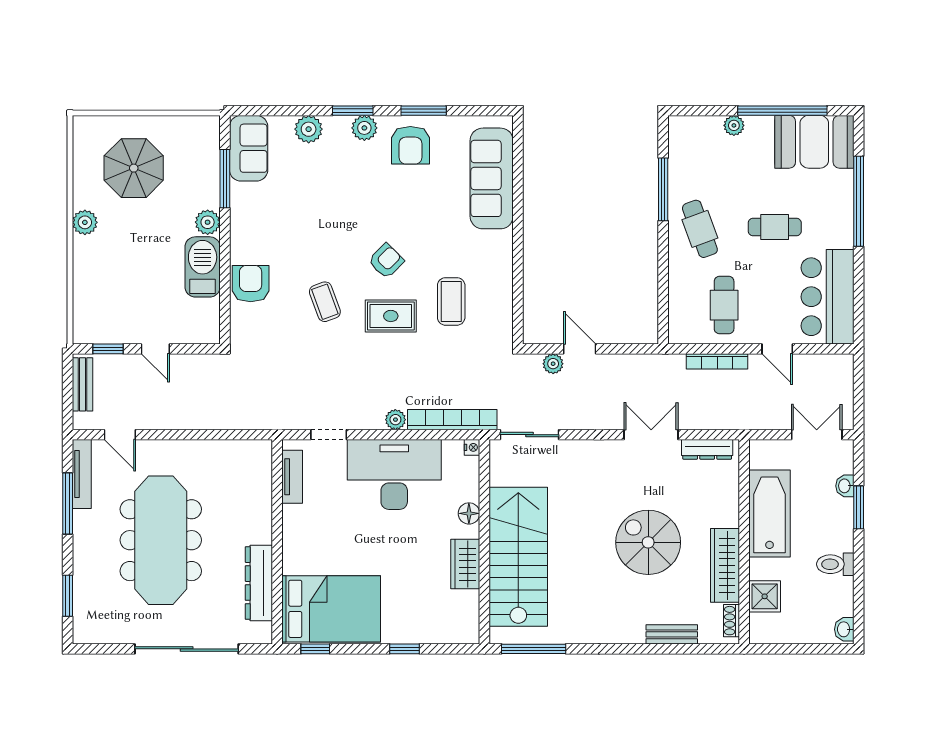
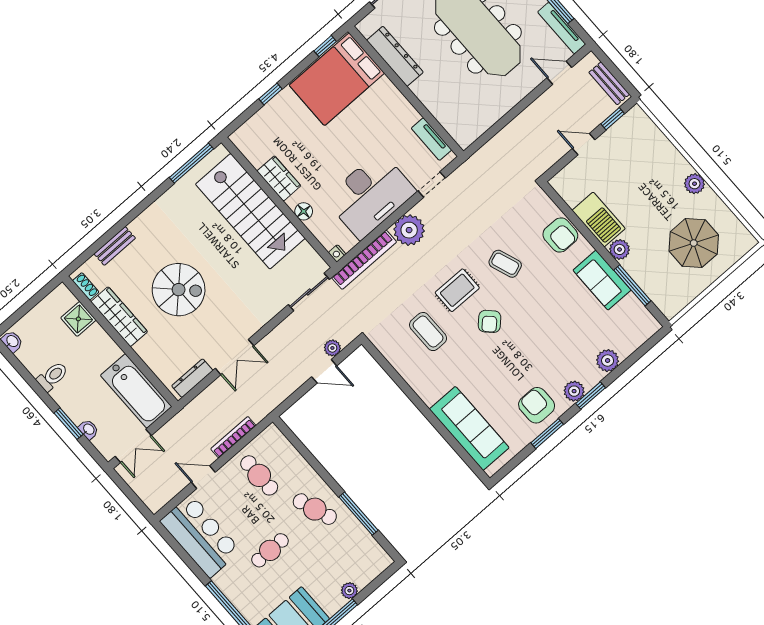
sofa: (249, 148) -> (602, 280), moved
plant: (395, 420) -> (409, 230), width x1.87, depth x1.87
bathtub: (770, 513) -> (136, 391), moved

